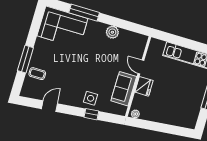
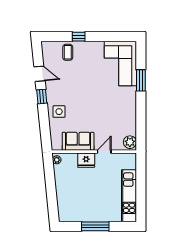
window: (84, 13) -> (141, 80), width x0.69
plant: (112, 32) -> (130, 142), moved
window: (25, 59) -> (79, 37), width x0.46
window: (91, 114) -> (42, 97), moved

